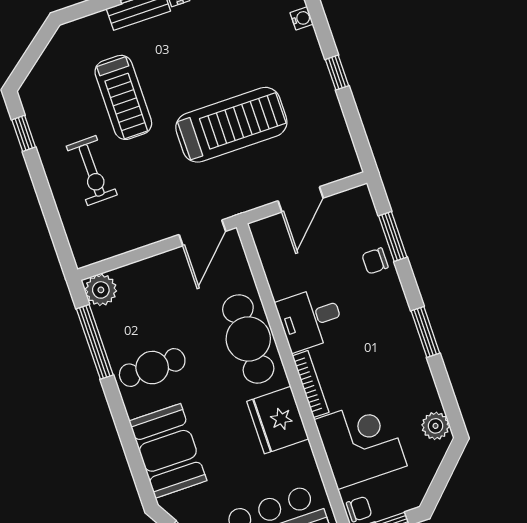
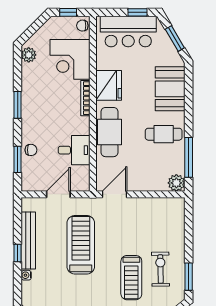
water cooler: (302, 18) -> (26, 275), moved
treadmill: (123, 97) -> (131, 278), turned 180
bench: (326, 101) -> (28, 240), added
treadmill: (231, 125) -> (81, 245), turned 90
window: (24, 133) -> (189, 277), width x1.50
exercise bike: (92, 170) -> (160, 269), moved
desk: (310, 319) -> (74, 150), moved

